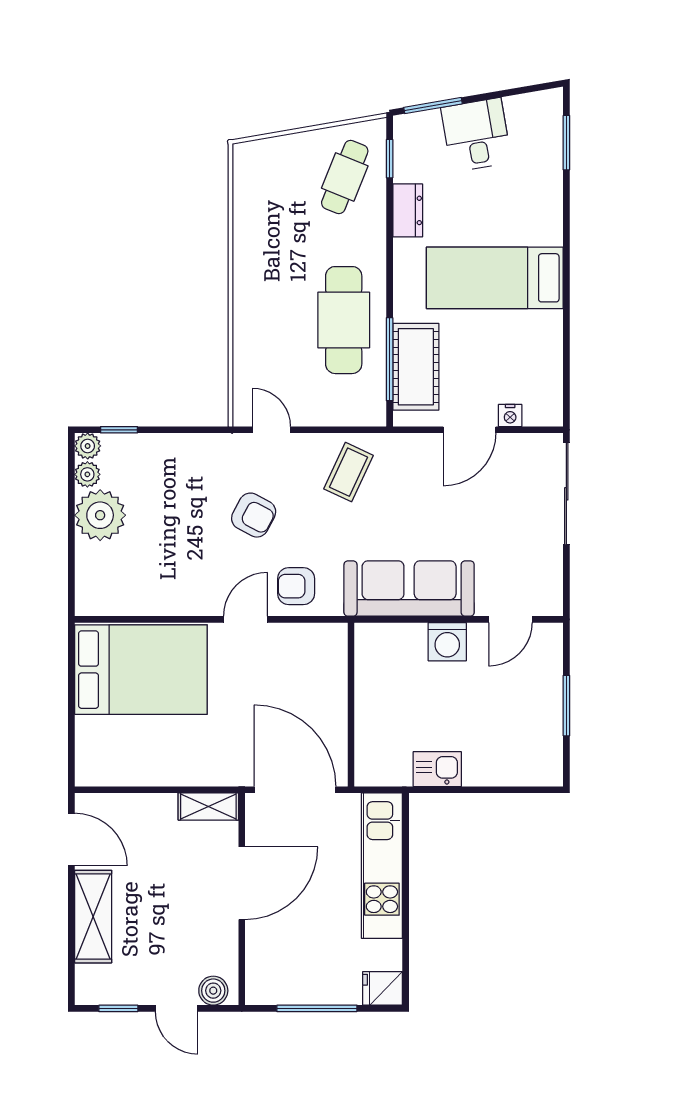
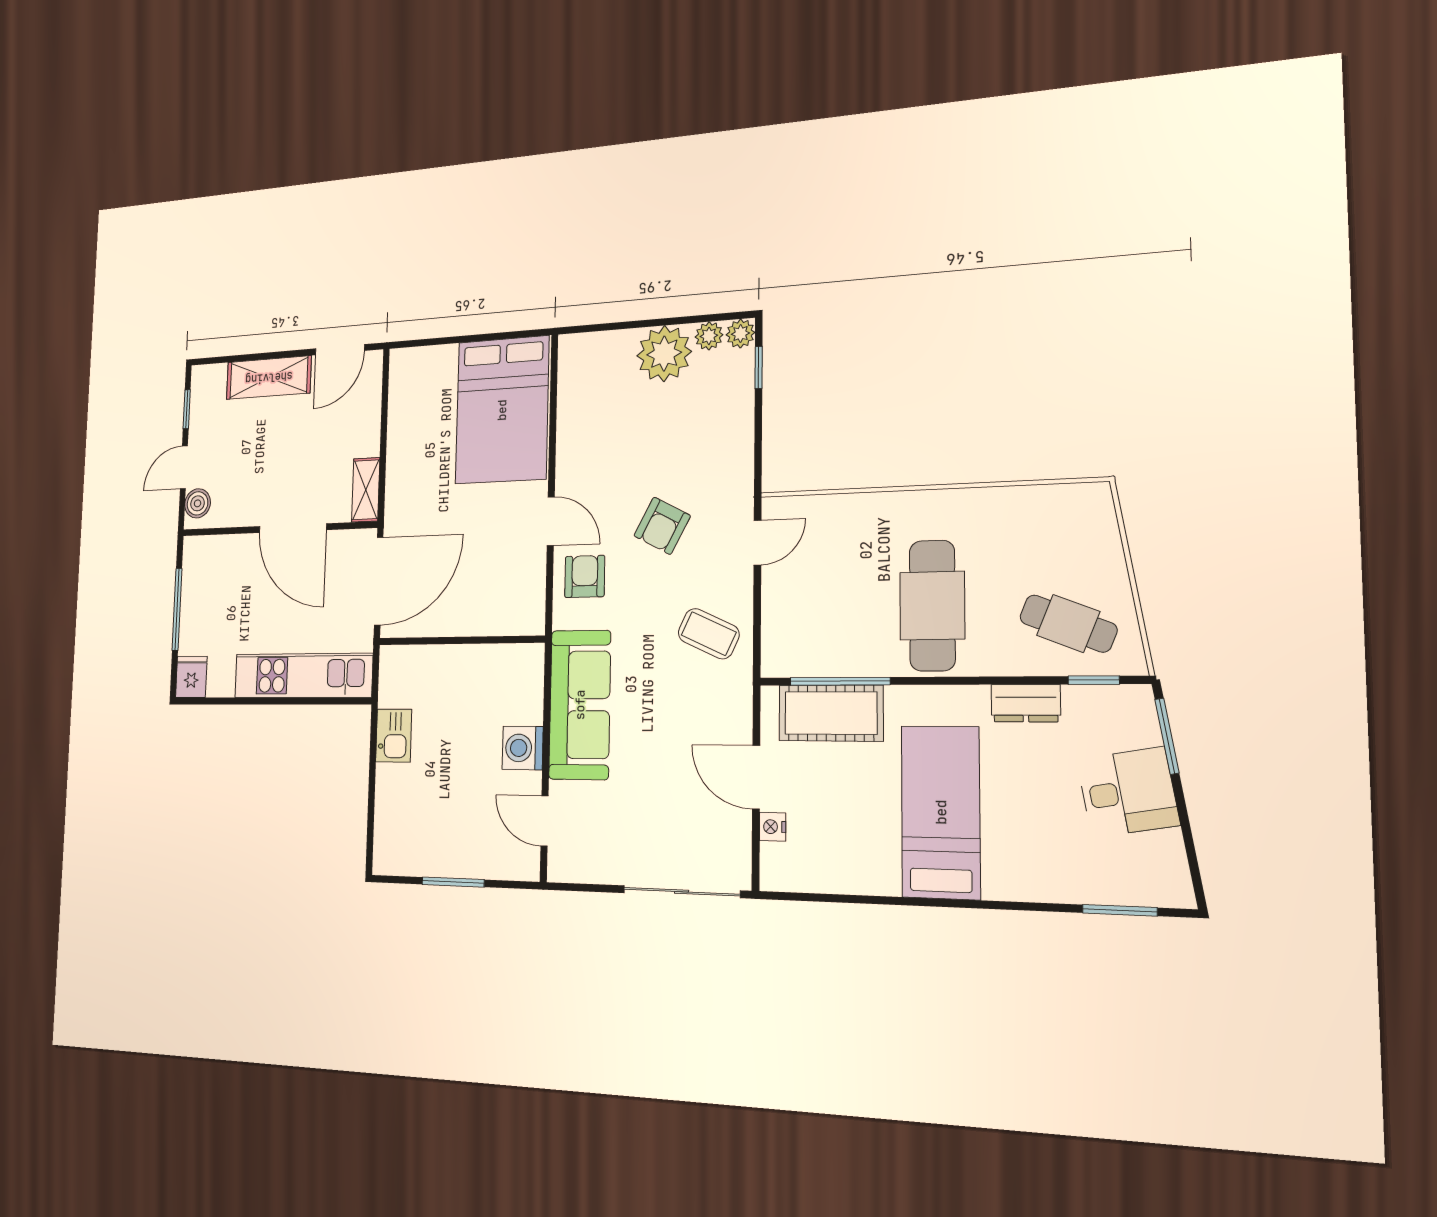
cafe table: (344, 320) -> (932, 606), moved, turned 90

